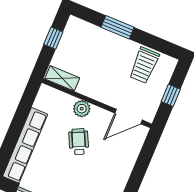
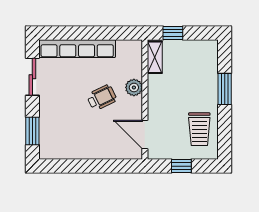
window: (53, 38) -> (173, 33), moved
trolley: (144, 65) -> (199, 129), turned -90

